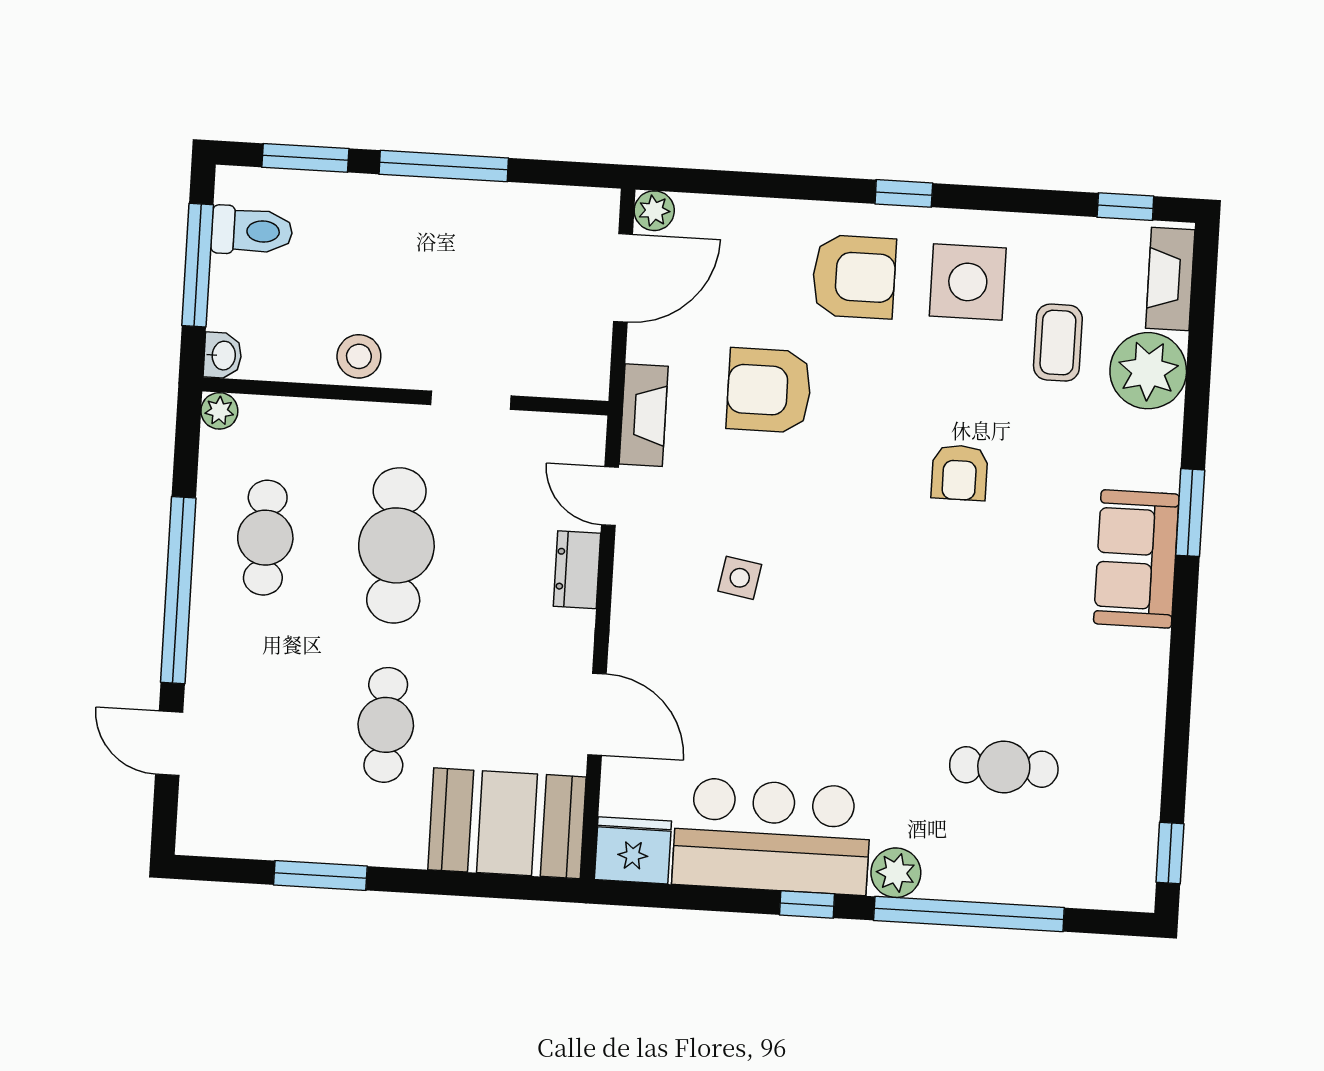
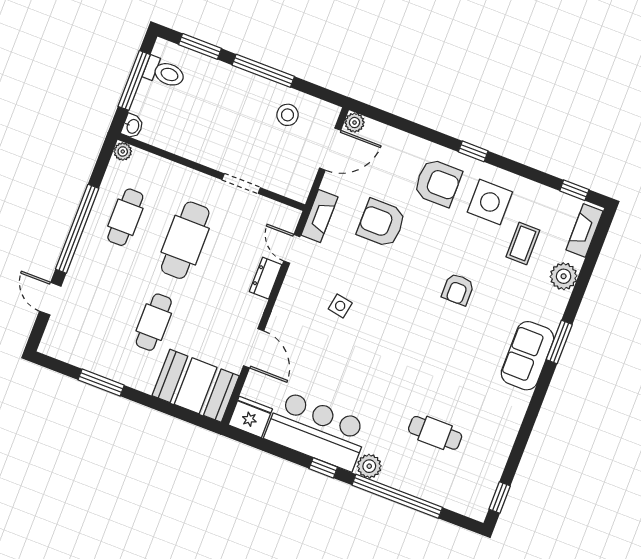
stool: (359, 356) -> (287, 115), moved
plant: (1148, 371) -> (564, 276), width x0.73, depth x0.73

